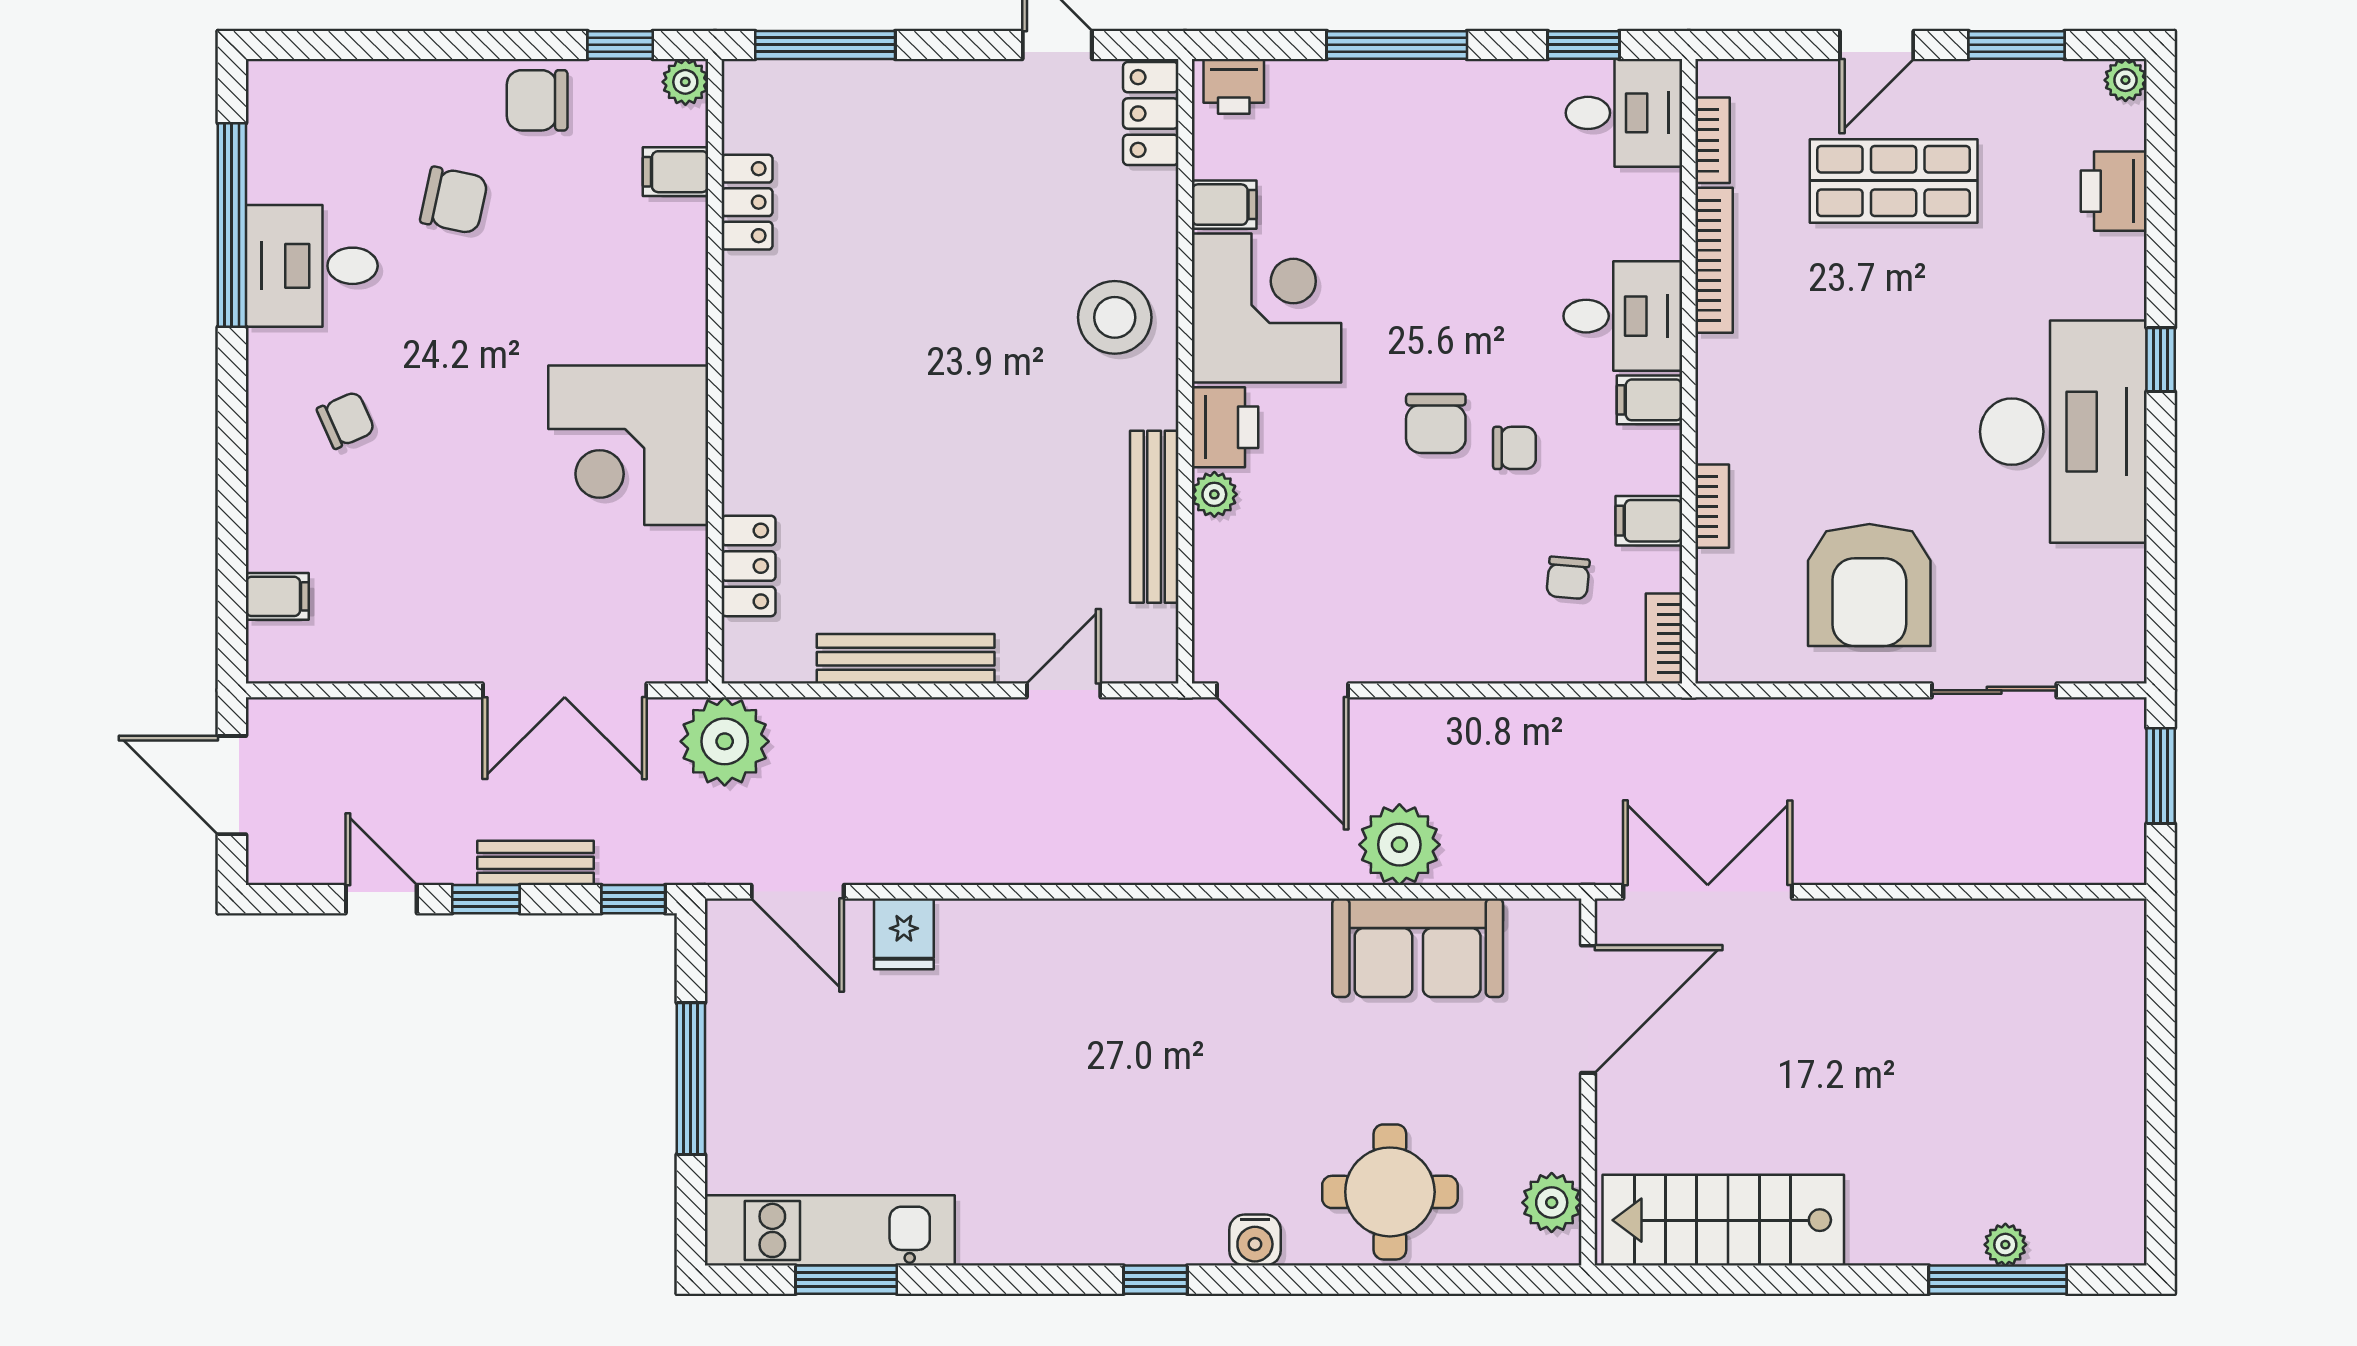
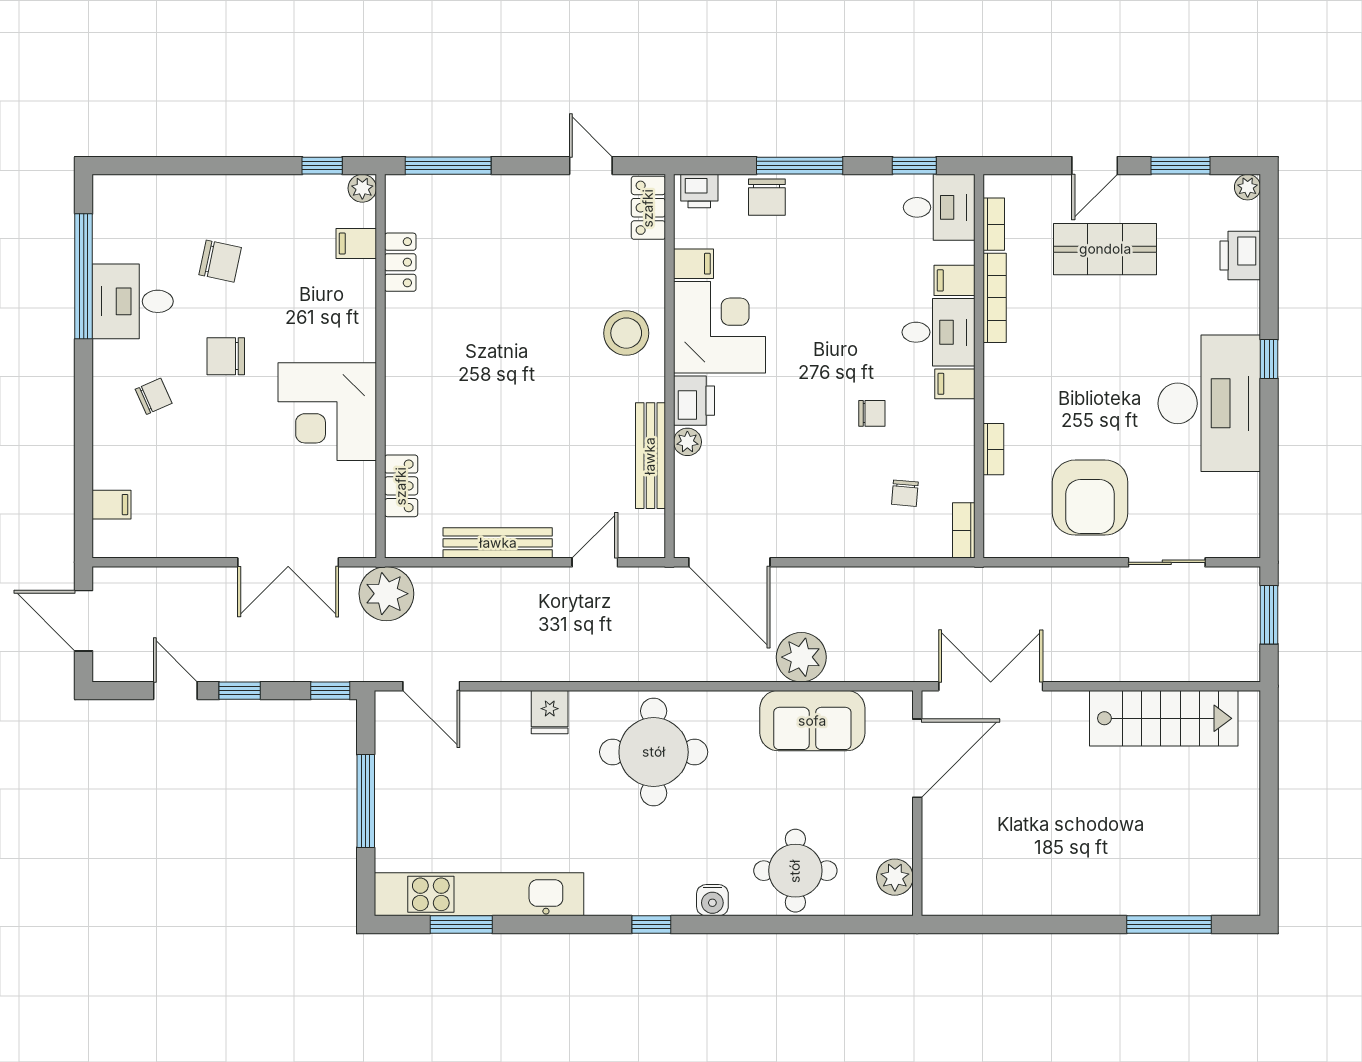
chair: (537, 100) -> (226, 356), moved
chair: (1436, 423) -> (767, 197), moved
filing cabinet: (1649, 521) -> (955, 280), moved
bench: (536, 863) -> (270, 668), removed
fridge: (904, 934) -> (550, 712), moved
round table: (1159, 999) -> (654, 752), added
stairs: (1723, 1220) -> (1164, 718), moved, turned 180
kitchen unit: (830, 1230) -> (479, 894), width x1.36
plant: (2005, 1245) -> (1174, 903), removed

